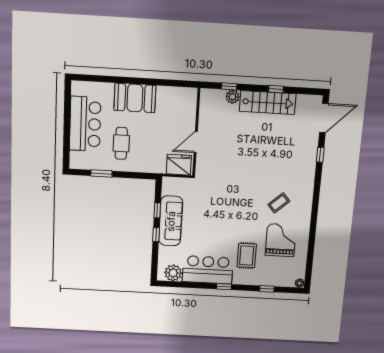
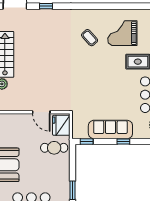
cafe table: (121, 143) -> (54, 148), moved
window: (157, 210) -> (87, 142), moved

